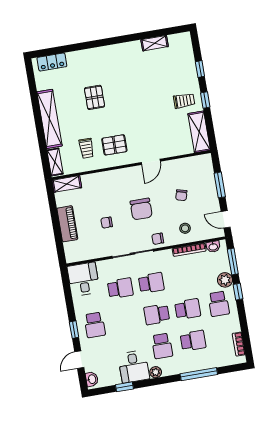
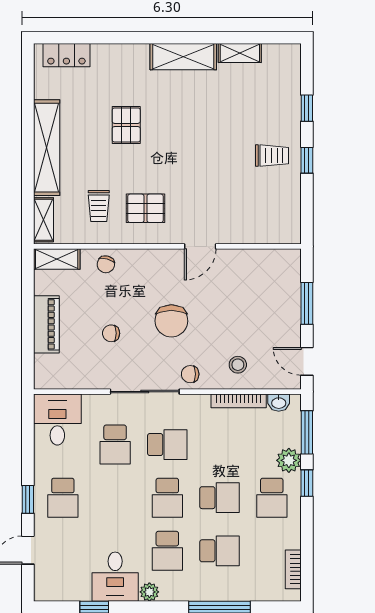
shelving: (199, 132) -> (183, 57), moved, turned 90
chair: (181, 195) -> (106, 264), moved
school desk: (120, 288) -> (115, 445), turned 90
school desk: (157, 314) -> (167, 498), turned -90
washbasin: (92, 379) -> (43, 586), removed

